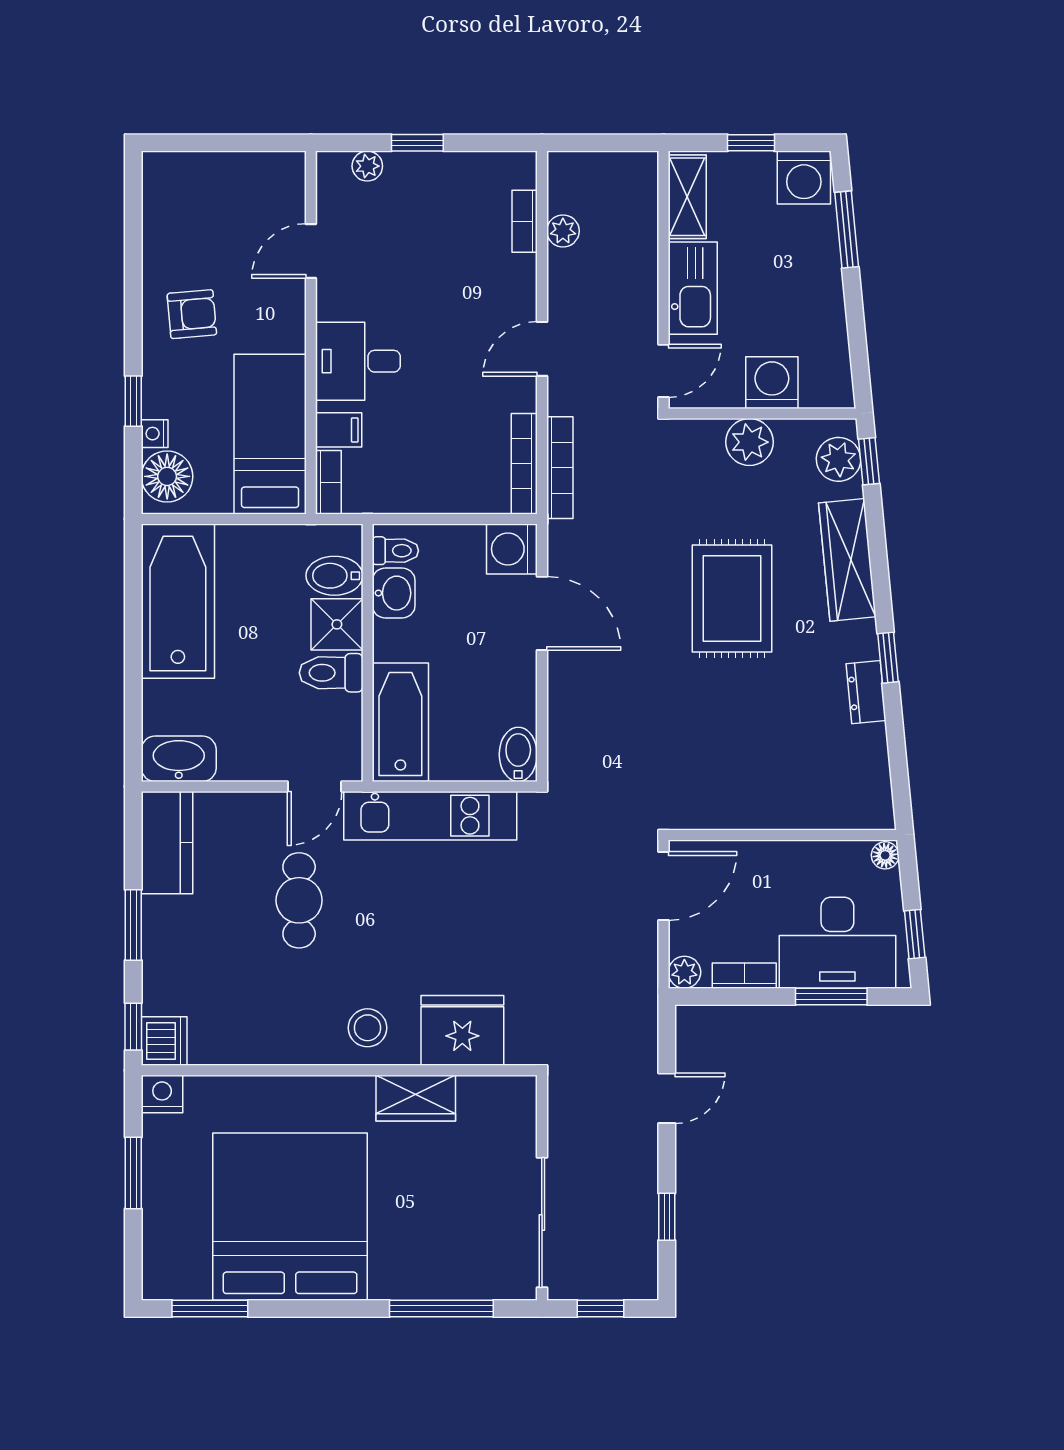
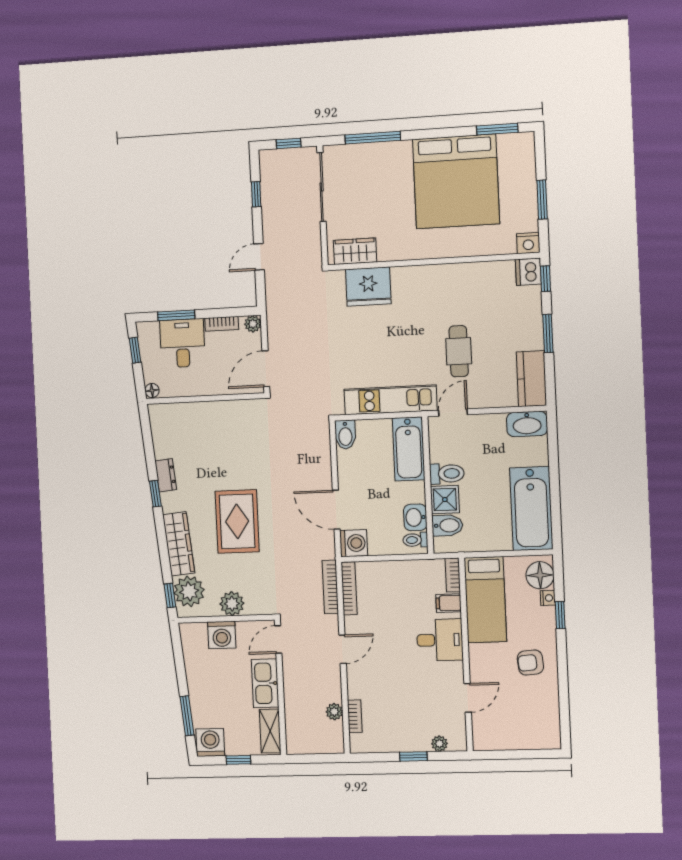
plant: (839, 459) -> (189, 591), width x1.36, depth x1.36
desk: (837, 943) -> (182, 343), width x0.73
stool: (368, 1028) -> (419, 285), removed
wardrobe: (416, 1098) -> (355, 251), moved

